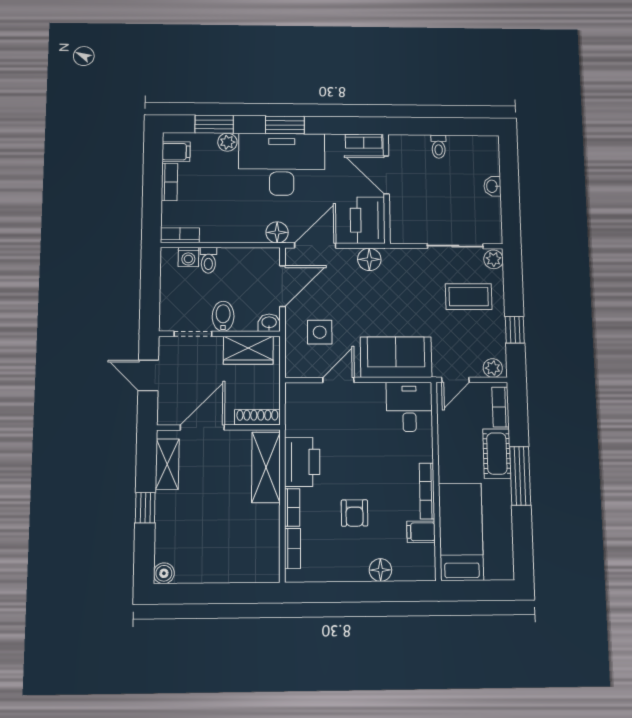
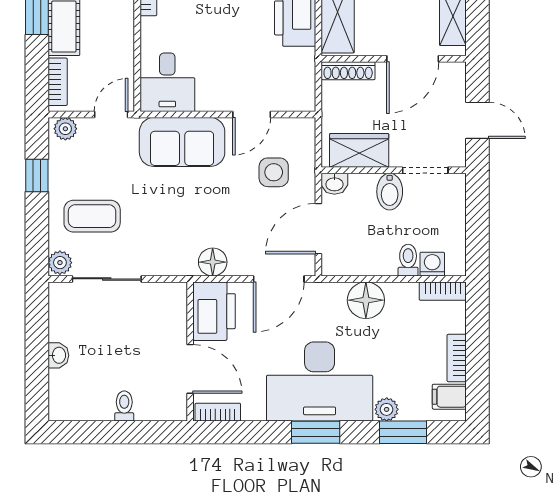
floor lamp: (277, 232) -> (366, 300), moved, width x1.38, depth x1.38

